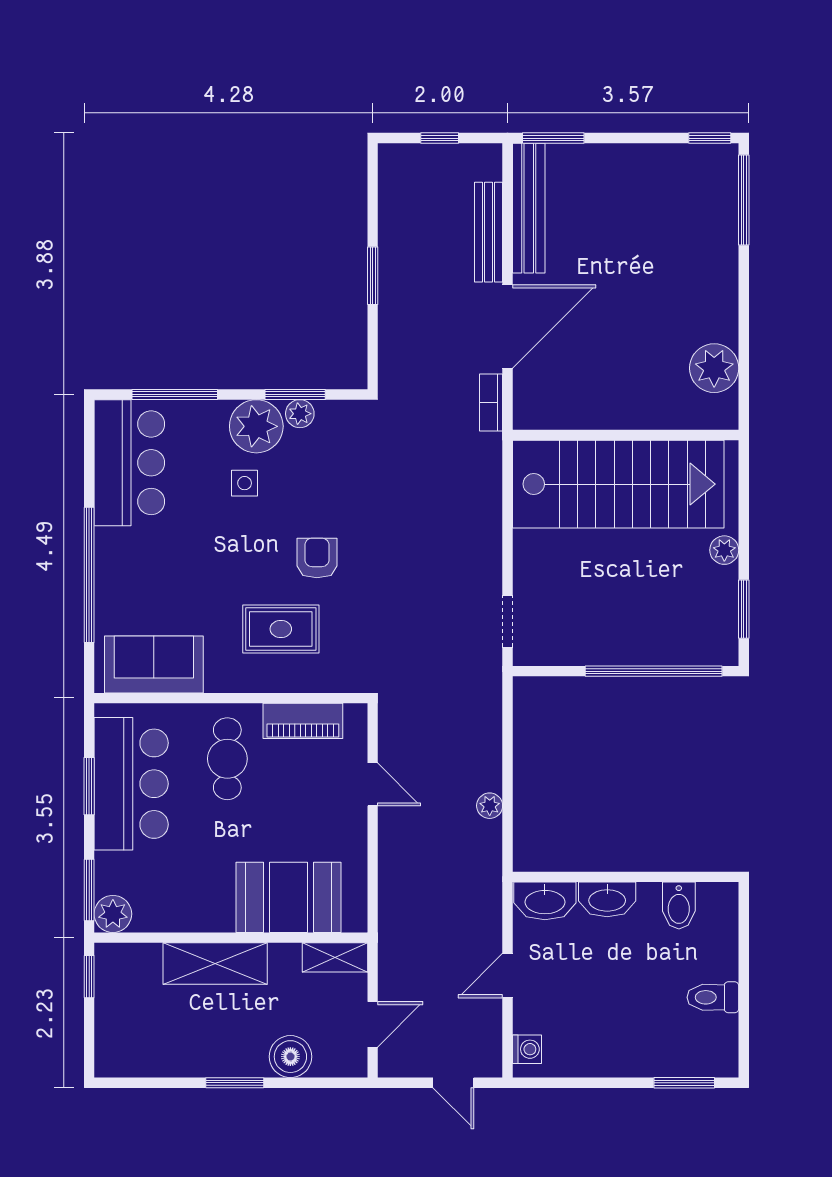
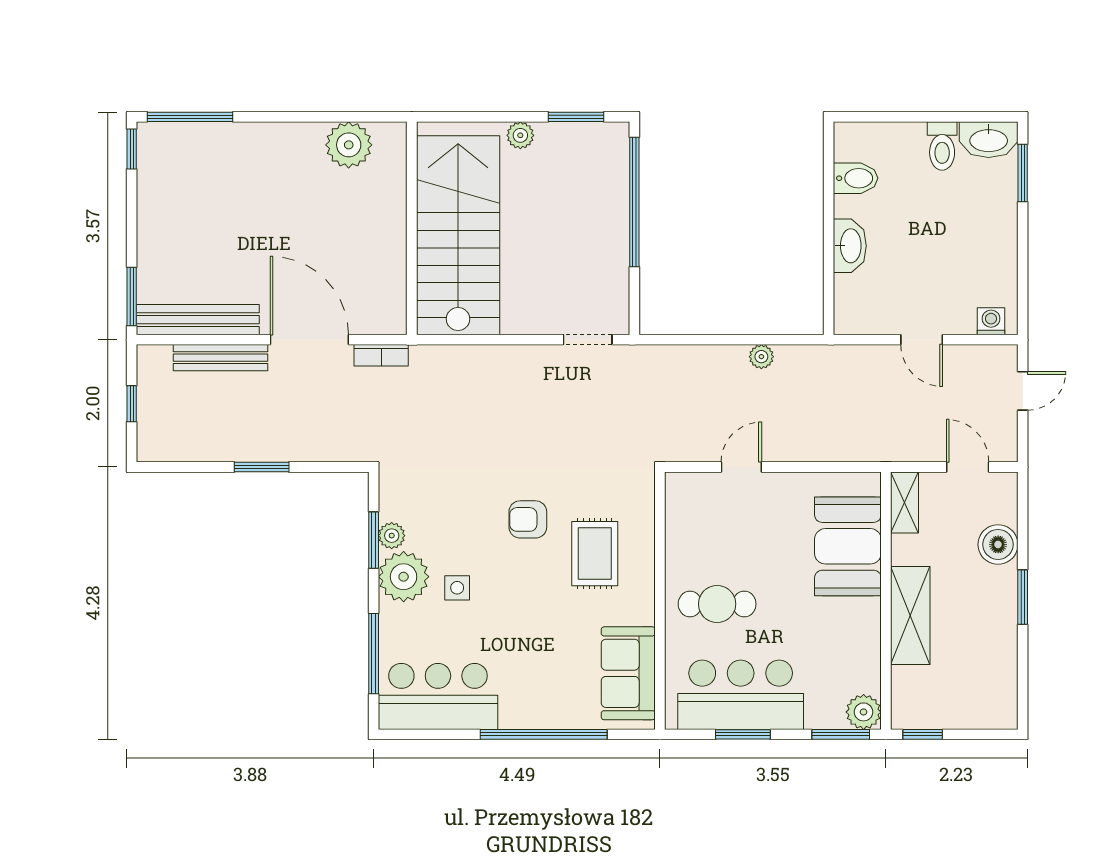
piano: (303, 721) -> (681, 533), removed
washbasin: (545, 901) -> (989, 140), moved, turned 90

